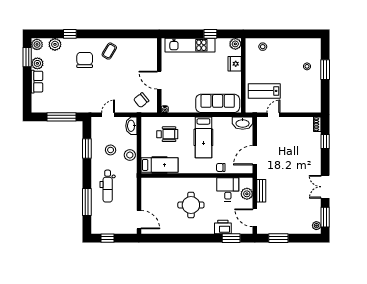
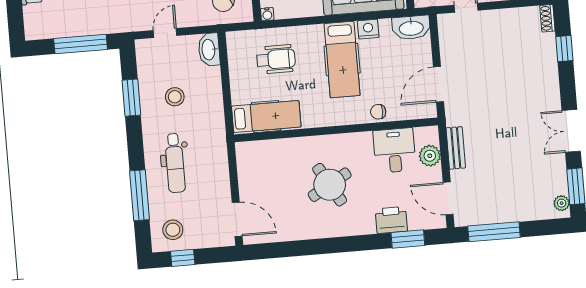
nightstand: (219, 122) -> (368, 29), added
stool: (130, 155) -> (173, 230), moved
round table: (191, 205) -> (330, 185), turned -30
window: (278, 238) -> (494, 232), width x1.44

